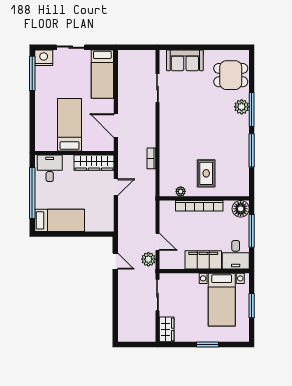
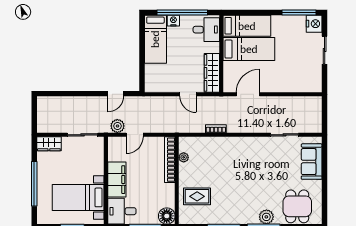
bed: (102, 74) -> (247, 26), moved, turned 180
rug: (206, 173) -> (197, 196), moved
nightstand: (41, 202) -> (173, 21), added
bookcase: (199, 206) -> (170, 160), moved
window: (208, 345) -> (34, 184), width x2.11

